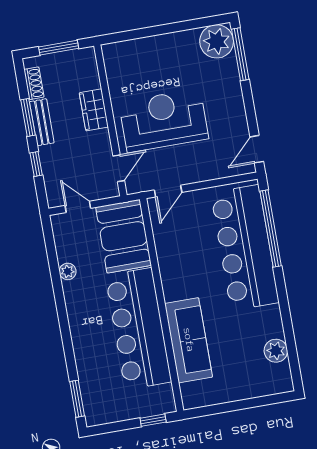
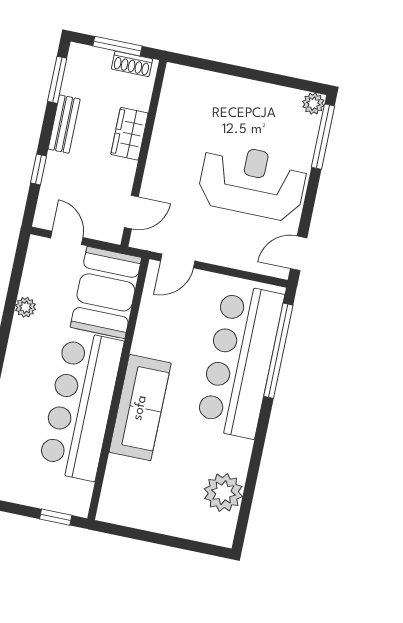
plant: (217, 41) -> (313, 104), width x0.53, depth x0.53
shoe rack: (34, 83) -> (132, 64), moved, turned 90
window: (28, 117) -> (57, 80), moved
reception desk: (164, 120) -> (252, 182), moved
sofa: (189, 340) -> (140, 408), moved
plant: (276, 351) -> (223, 493), width x1.36, depth x1.36

